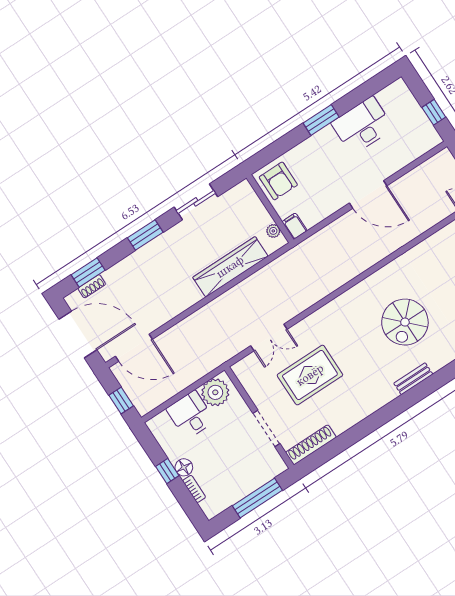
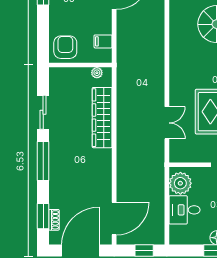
armchair: (278, 181) -> (65, 47), turned -90
filing cabinet: (295, 226) -> (103, 41), moved
window: (145, 235) -> (43, 161), width x1.44

